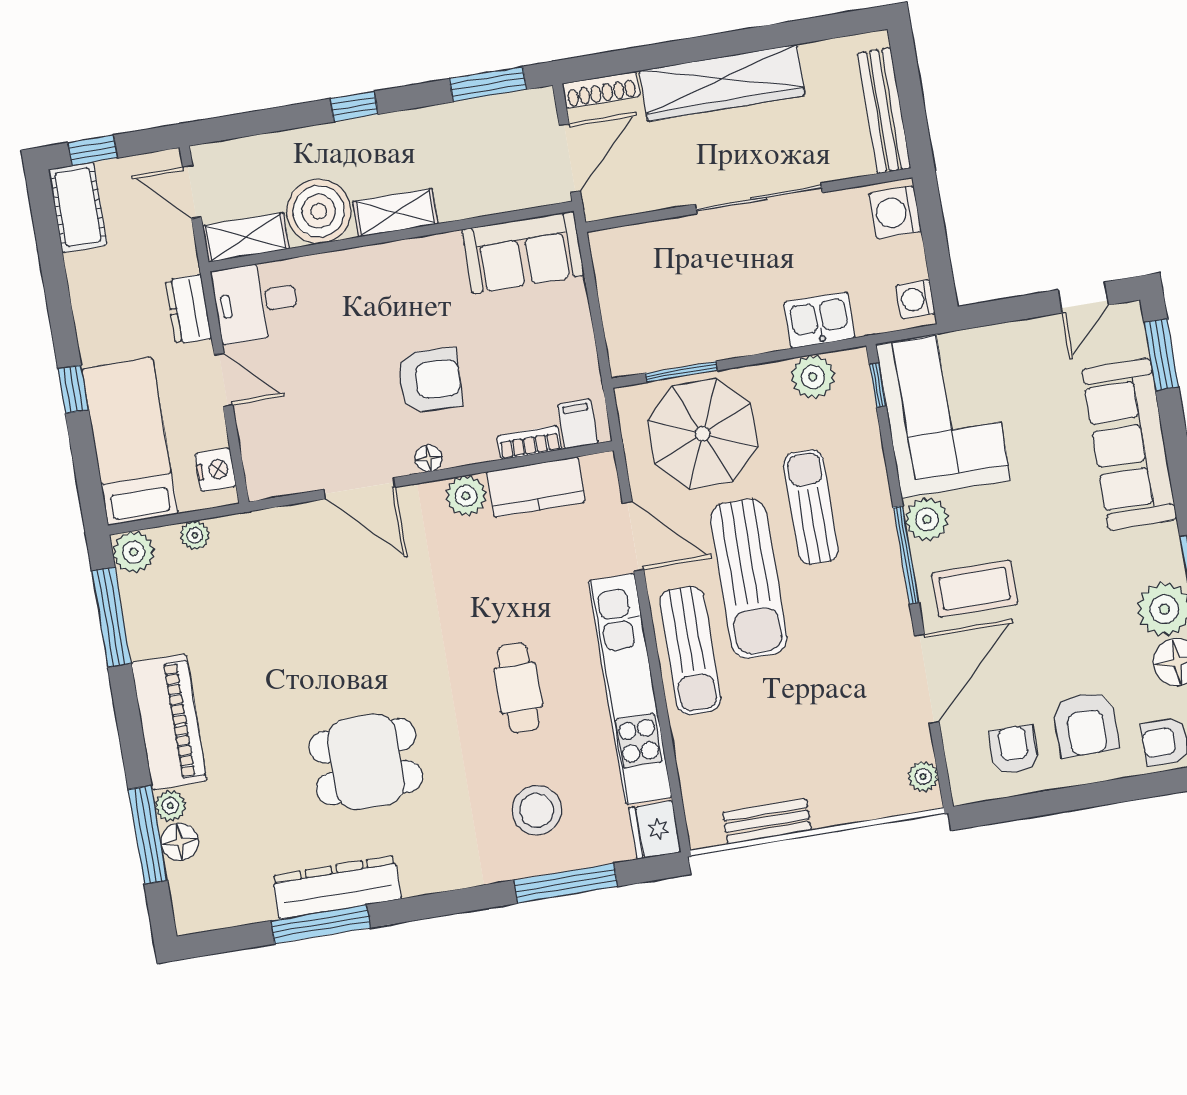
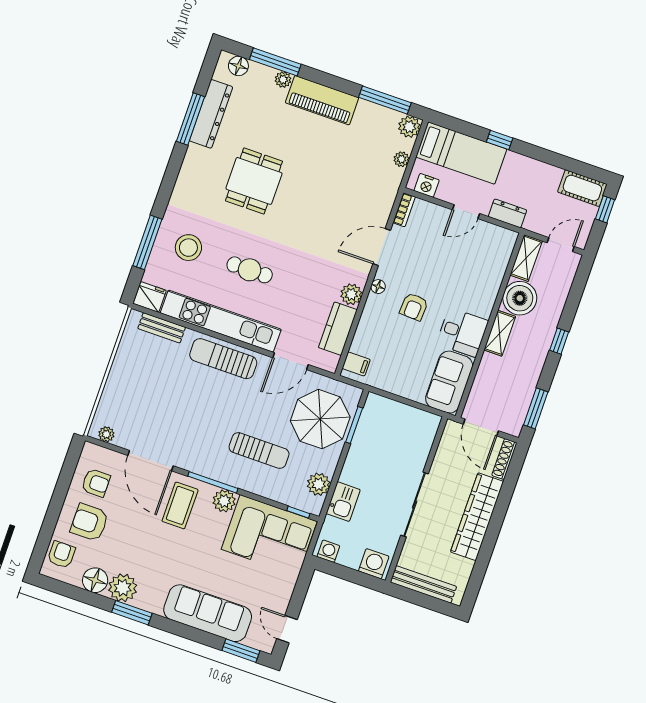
desk: (256, 302) -> (462, 332), moved, turned 90
armchair: (430, 380) -> (414, 307), width x0.72, depth x0.72
bookcase: (529, 443) -> (404, 210), moved
sun lounger: (749, 579) -> (242, 404), removed
bench: (767, 821) -> (162, 328), moved, turned 90
floor lamp: (180, 842) -> (238, 66), moved
dresser: (337, 887) -> (211, 114), moved

